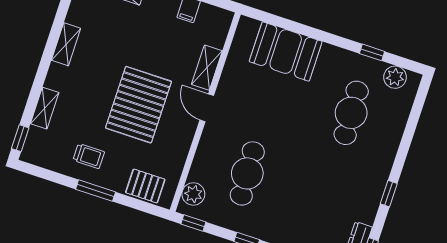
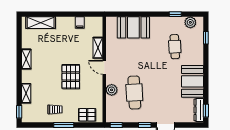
pallet: (138, 105) -> (71, 77), width x0.73, depth x0.71
cafe table: (351, 113) -> (175, 47), width x0.73, depth x0.74
booth: (363, 189) -> (193, 81), added
plant: (193, 194) -> (112, 90), moved
window: (389, 194) -> (206, 38), moved

